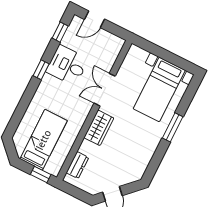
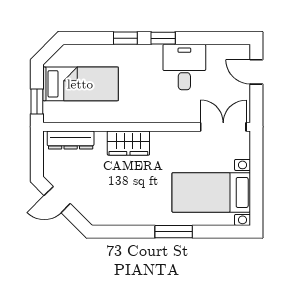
window: (60, 32) -> (125, 38), moved
double door: (105, 90) -> (223, 127), moved
dresser: (77, 165) -> (71, 140), width x1.44

